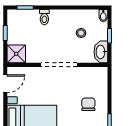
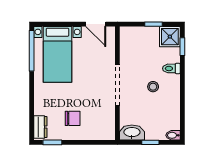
stool: (81, 33) -> (153, 87), moved
shower: (16, 54) -> (170, 37), moved

